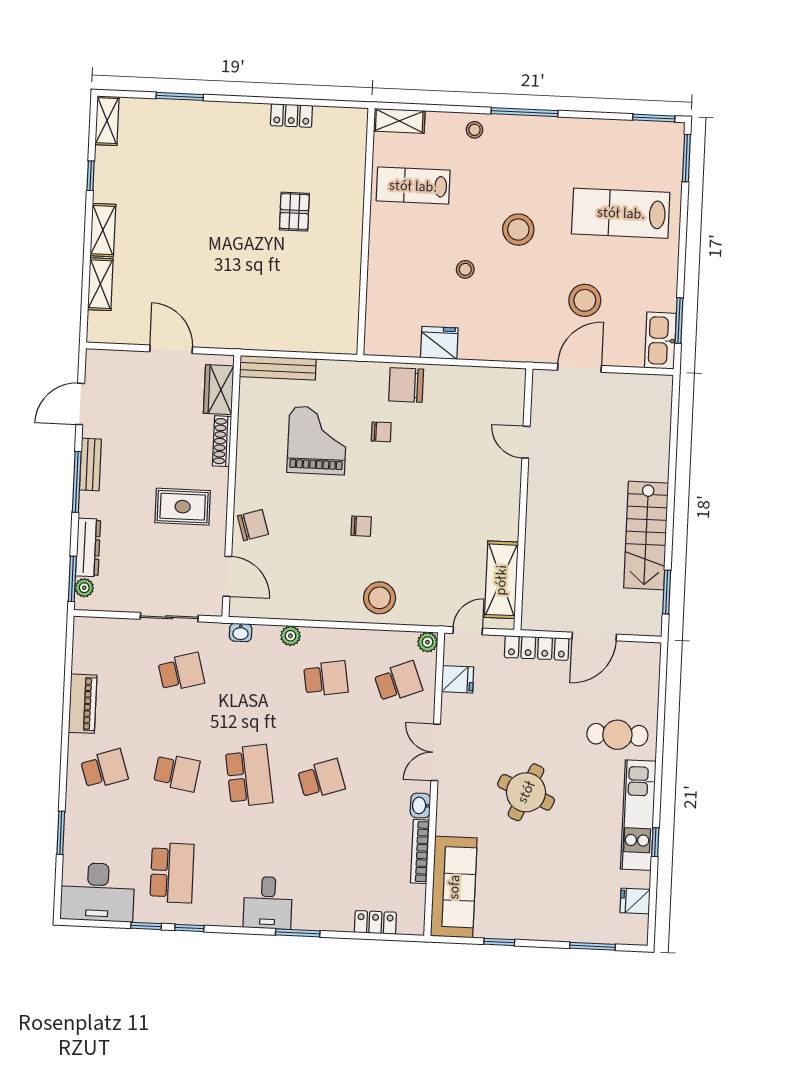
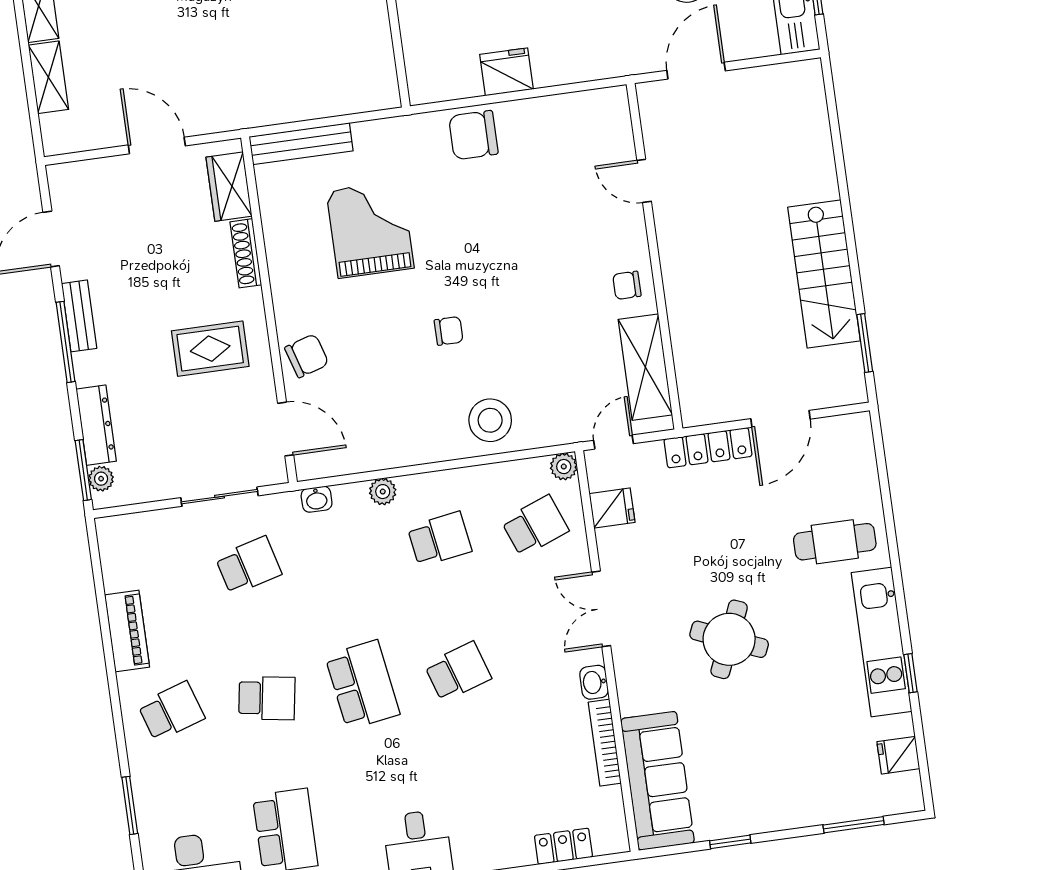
chair: (381, 432) -> (627, 285), moved, turned 180

